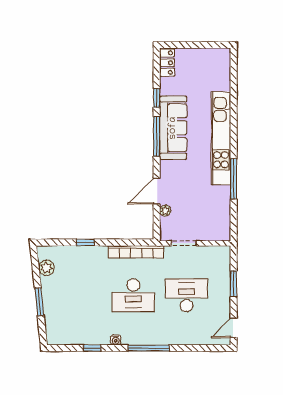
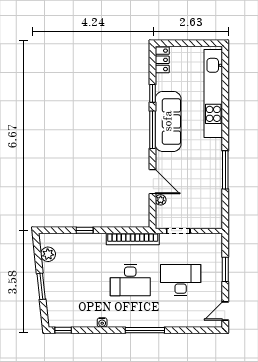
kitchen unit: (221, 138) -> (213, 94), moved
door: (157, 191) -> (152, 182), swing flipped
water cooler: (116, 340) -> (102, 322), moved
window: (92, 348) -> (63, 330), moved

